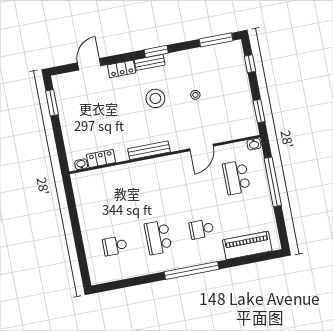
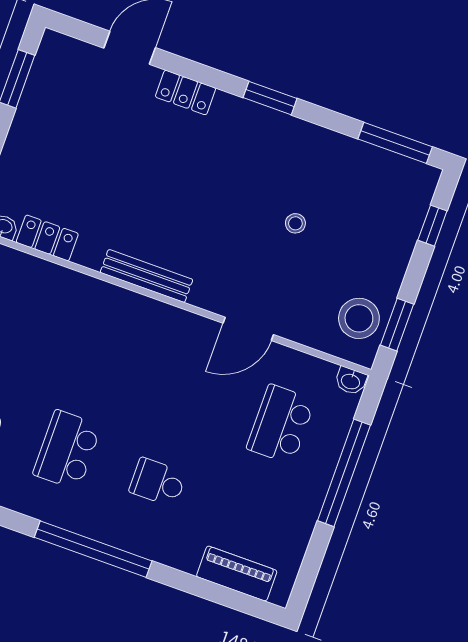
bench: (150, 62) -> (246, 112), removed
stool: (155, 98) -> (359, 318), moved
piano: (247, 245) -> (237, 574), width x0.73, depth x0.75

